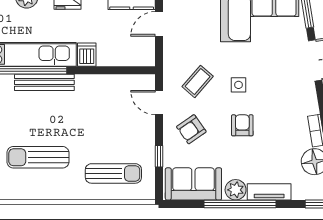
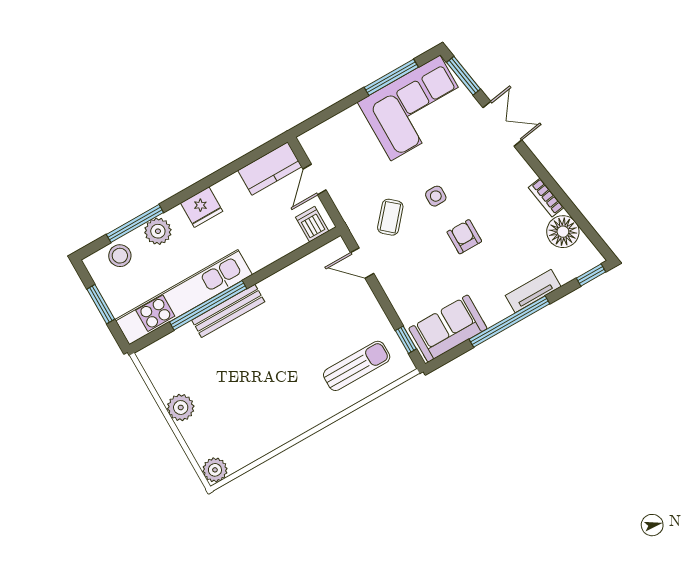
dishwasher: (87, 55) -> (312, 224), moved
armchair: (191, 129) -> (413, 272), removed
window: (159, 156) -> (406, 340), moved
sun lounger: (38, 157) -> (267, 394), removed
plant: (236, 190) -> (496, 309), removed

